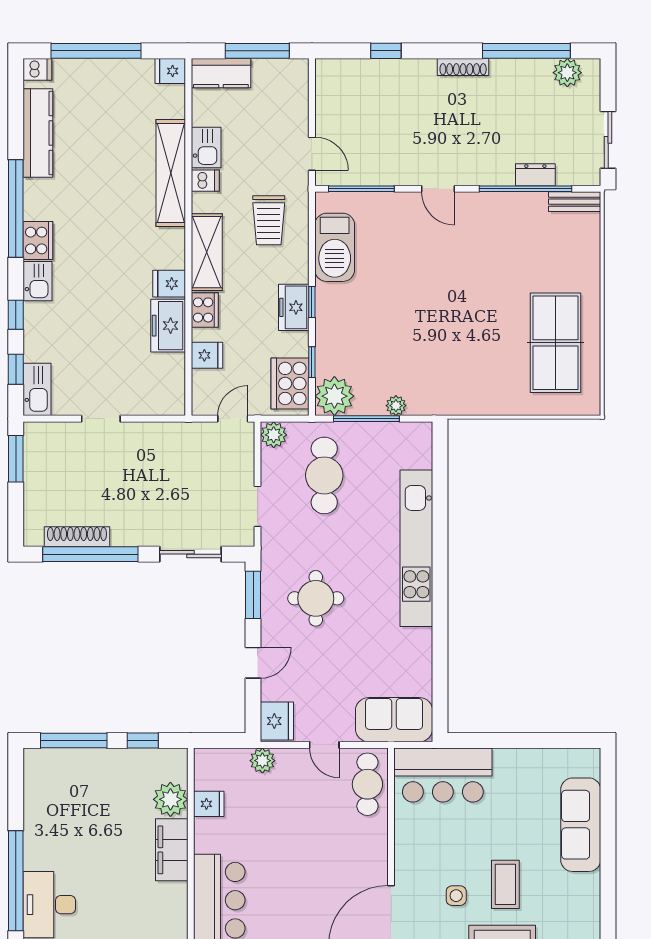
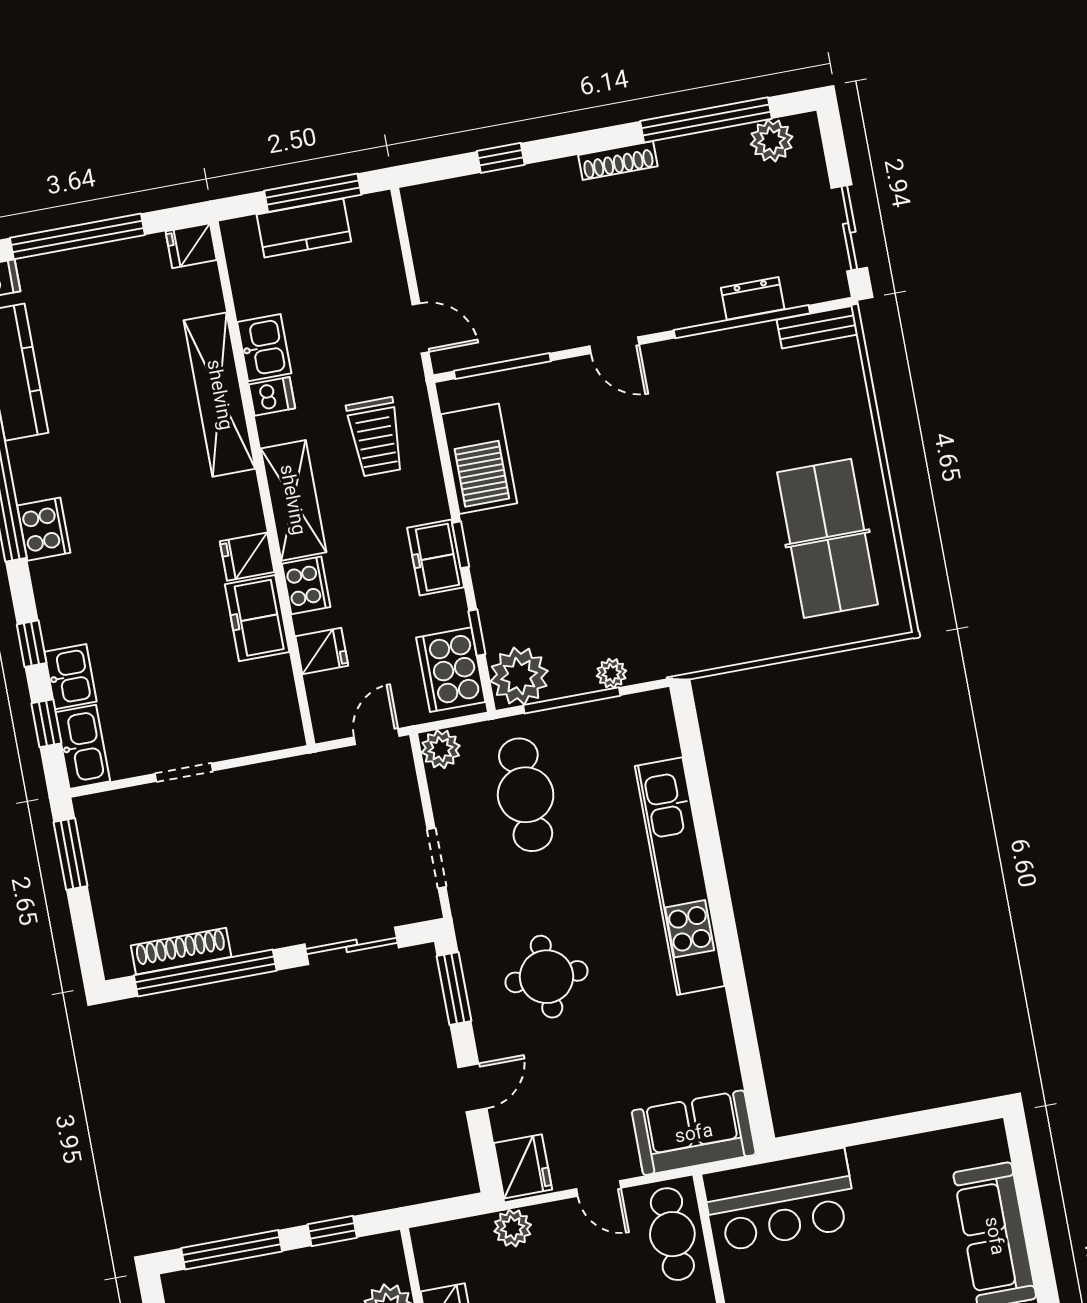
kitchen counter: (221, 73) -> (304, 228), moved
kitchen sink: (37, 281) -> (70, 677), moved

